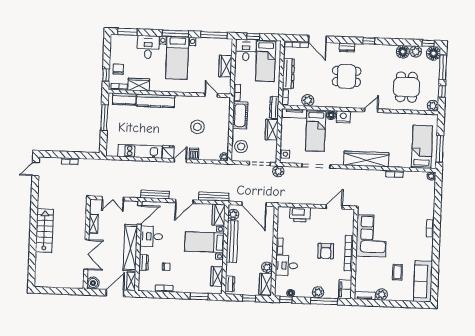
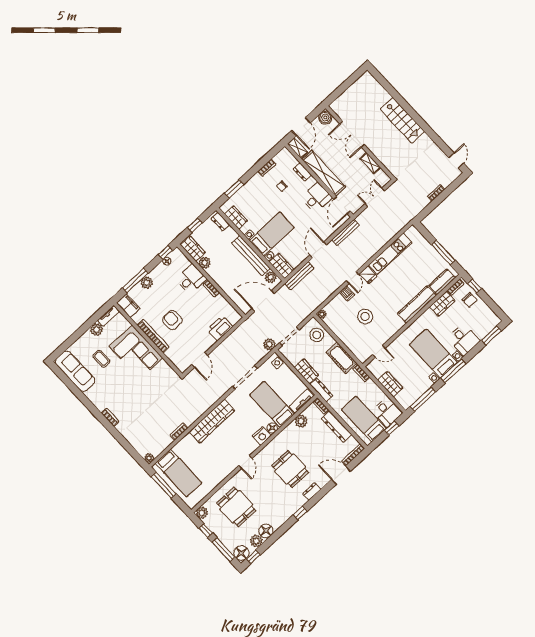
dining table: (346, 76) -> (290, 469), turned 90
corner sofa: (371, 236) -> (136, 352), moved

